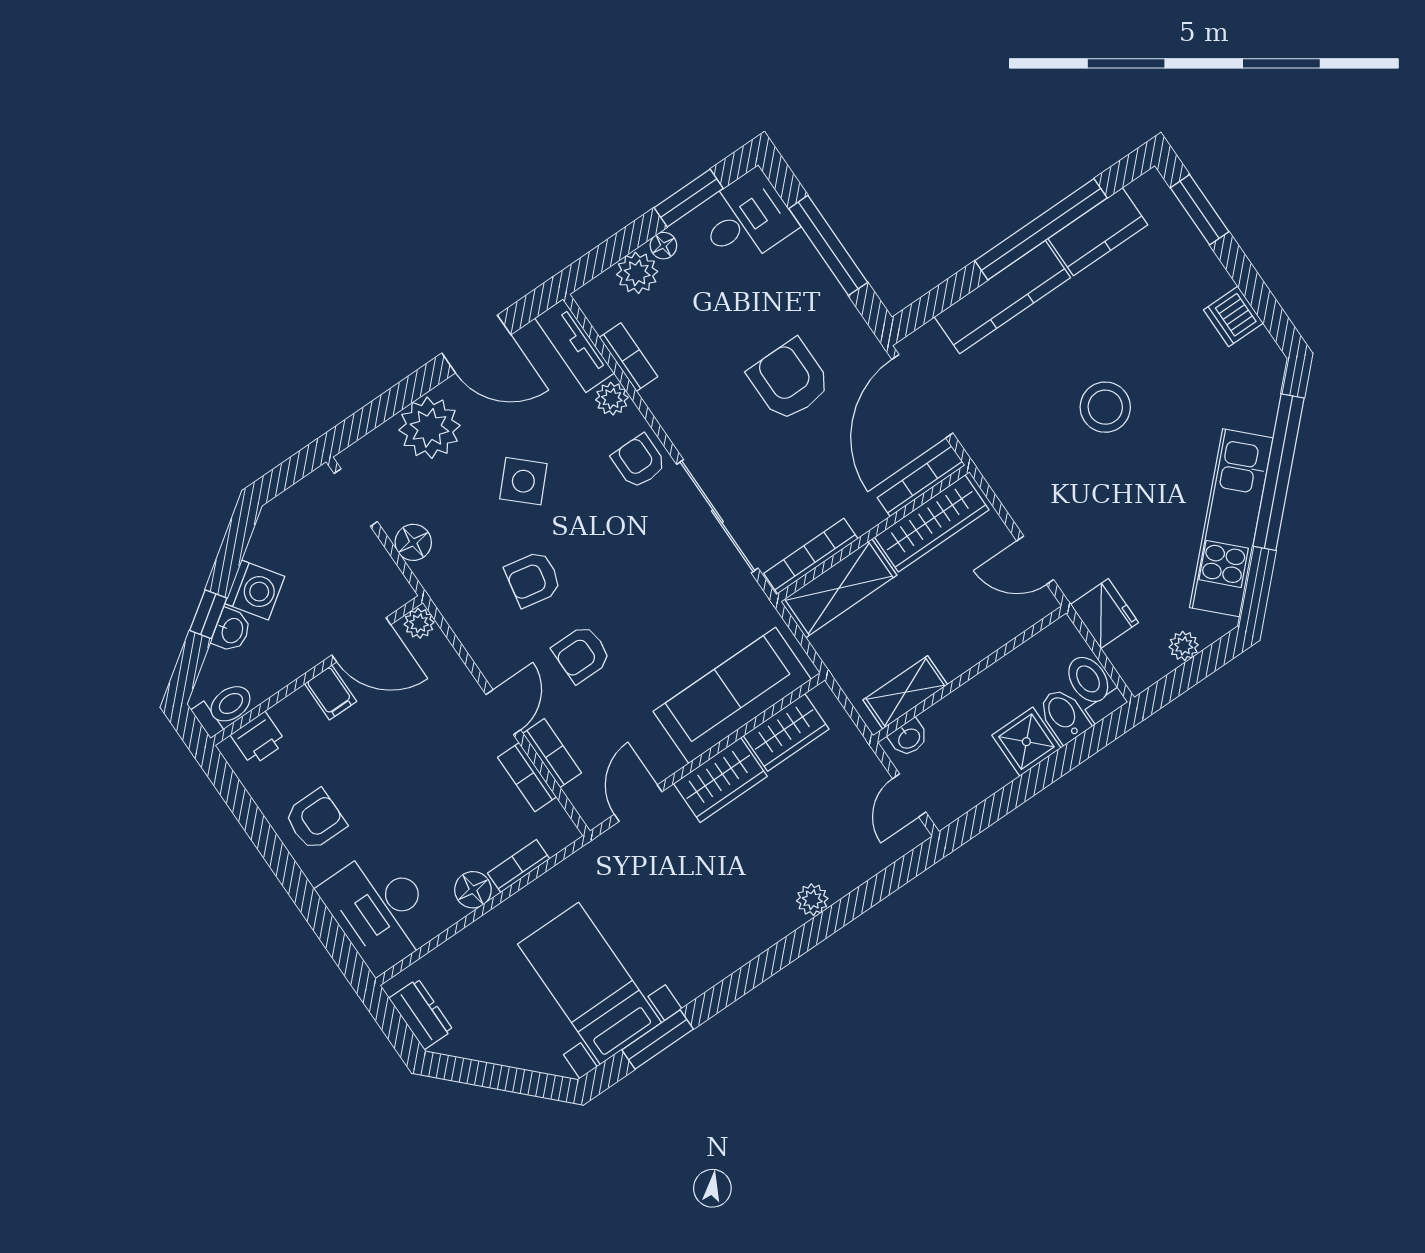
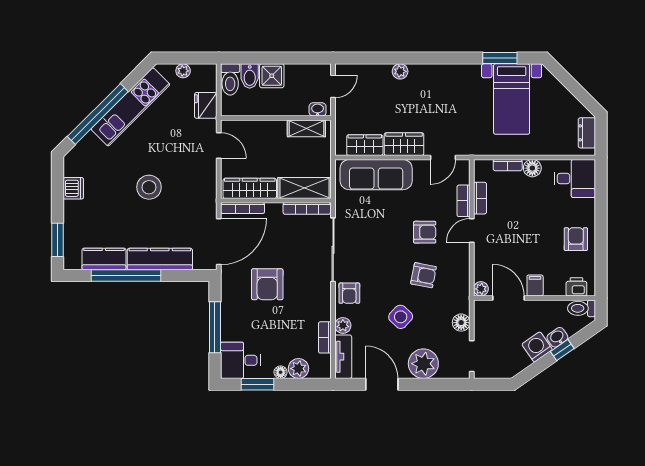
armchair: (315, 820) -> (576, 239), turned 90
desk: (380, 910) -> (575, 179), width x0.73

